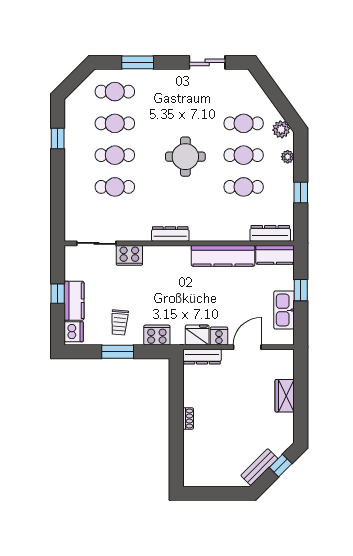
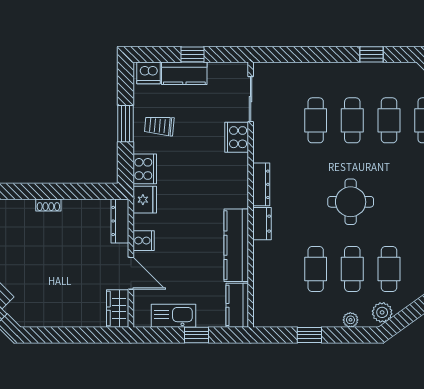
dresser: (270, 233) -> (262, 224), moved, width x0.70
fridge: (197, 335) -> (145, 200), moved
wardrobe: (285, 396) -> (118, 309), moved, turned -90

